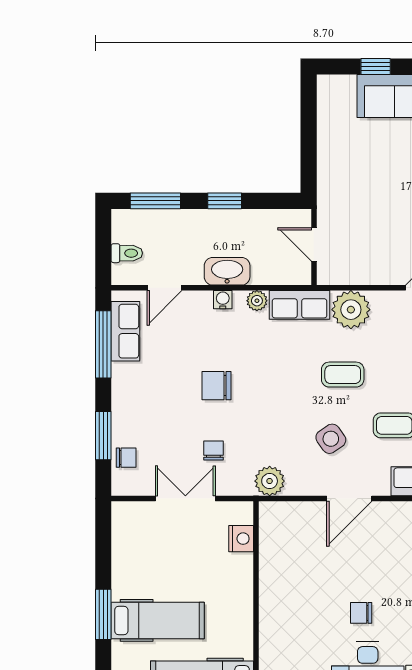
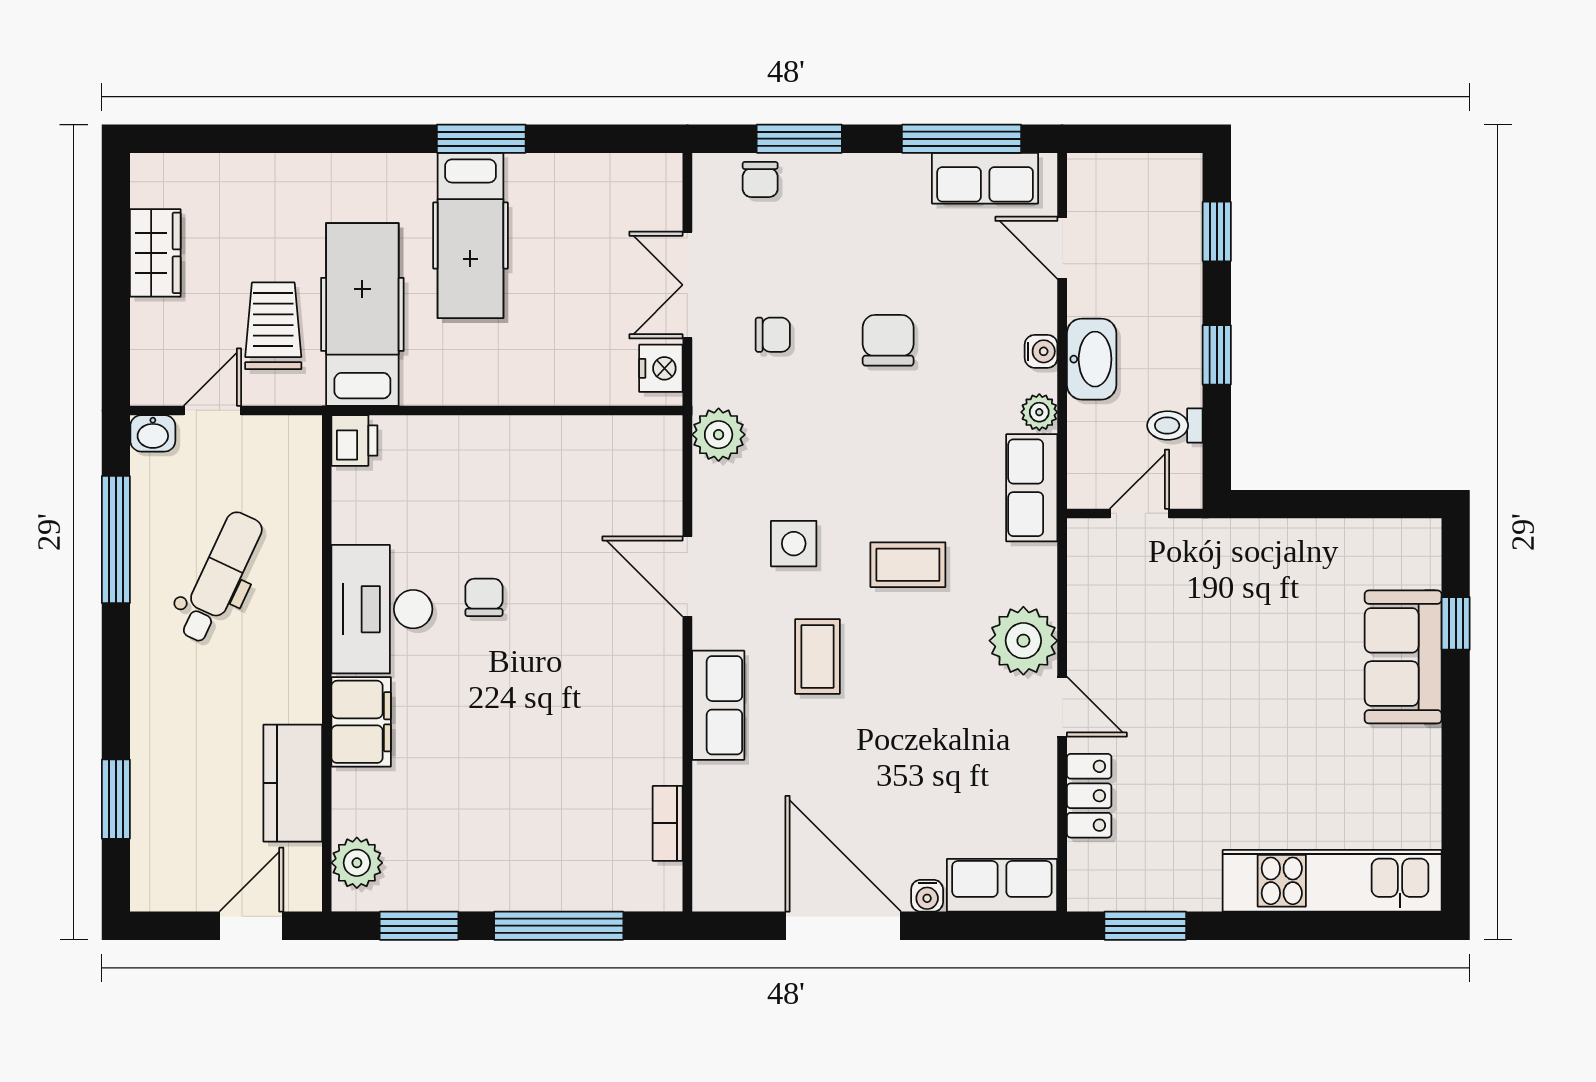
window: (155, 201) -> (1217, 232), width x0.67
toilet: (127, 253) -> (1175, 425), moved, turned 90
plant: (351, 310) -> (1023, 641), moved
coffee table: (343, 375) -> (908, 565), turned 90
side table: (331, 439) -> (794, 544), turned 35
double door: (185, 499) -> (687, 285), swing flipped
nightstand: (241, 539) -> (661, 368), moved, turned -90

